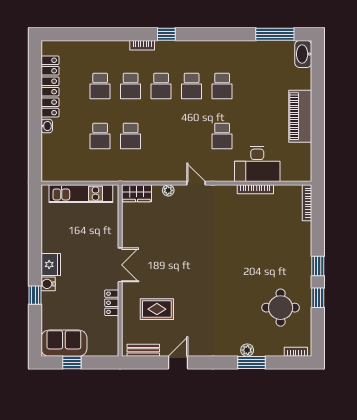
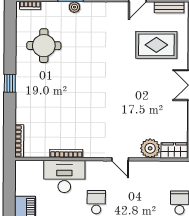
plant: (168, 190) -> (150, 148), width x1.88, depth x1.88
window: (318, 298) -> (10, 54), removed
rug: (157, 309) -> (156, 45), width x1.36, depth x1.43

